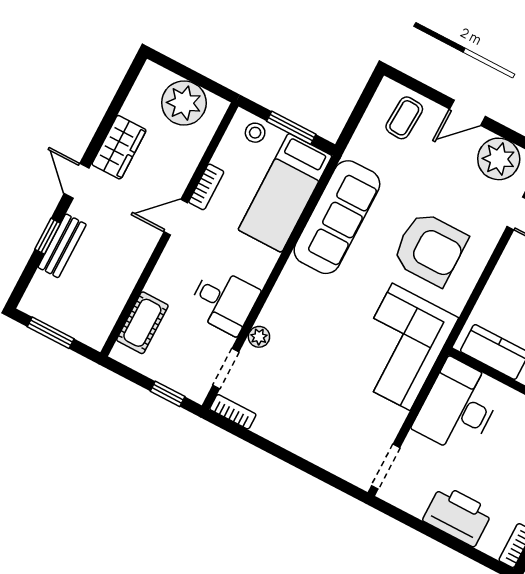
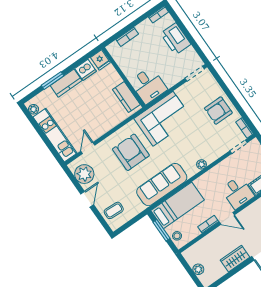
plant: (184, 103) -> (198, 269), width x0.53, depth x0.53
door: (467, 113) -> (87, 199), hinge flipped
desk: (224, 301) -> (238, 192), moved, turned 180
plant: (259, 337) -> (201, 164), moved
desk: (458, 407) -> (148, 85), width x0.73
armchair: (302, 419) -> (218, 111), added

